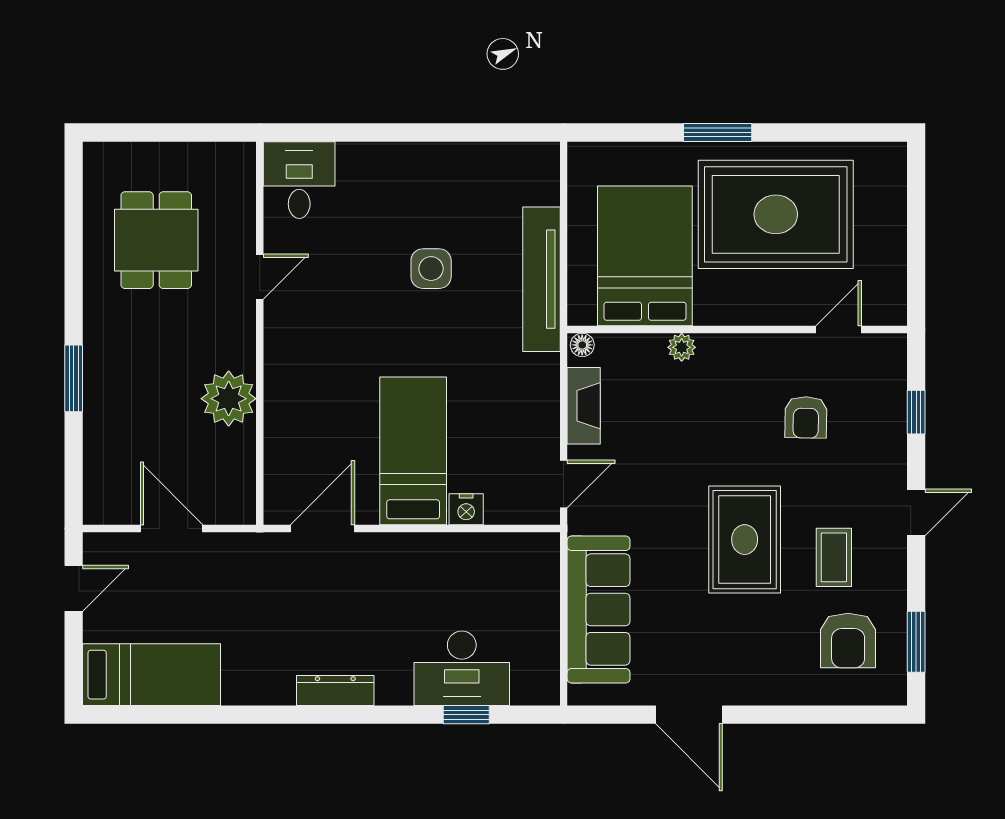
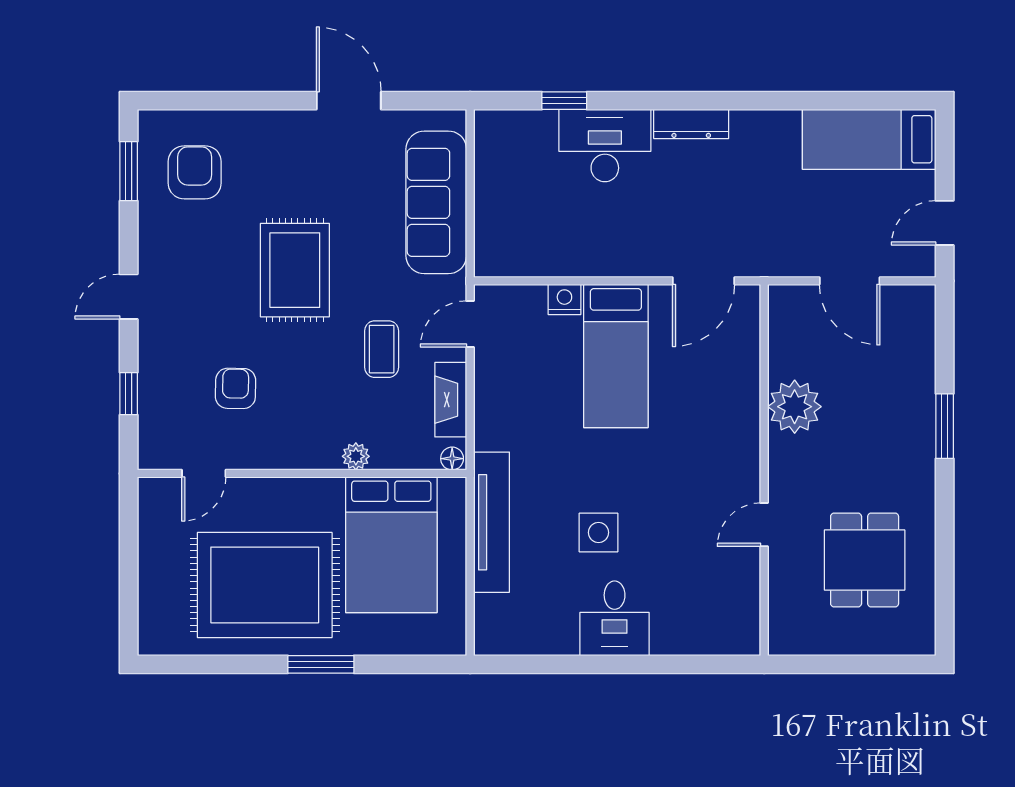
desk: (299, 180) -> (615, 618), moved
coffee table: (834, 557) -> (382, 349), moved
desk: (462, 668) -> (605, 145), moved

